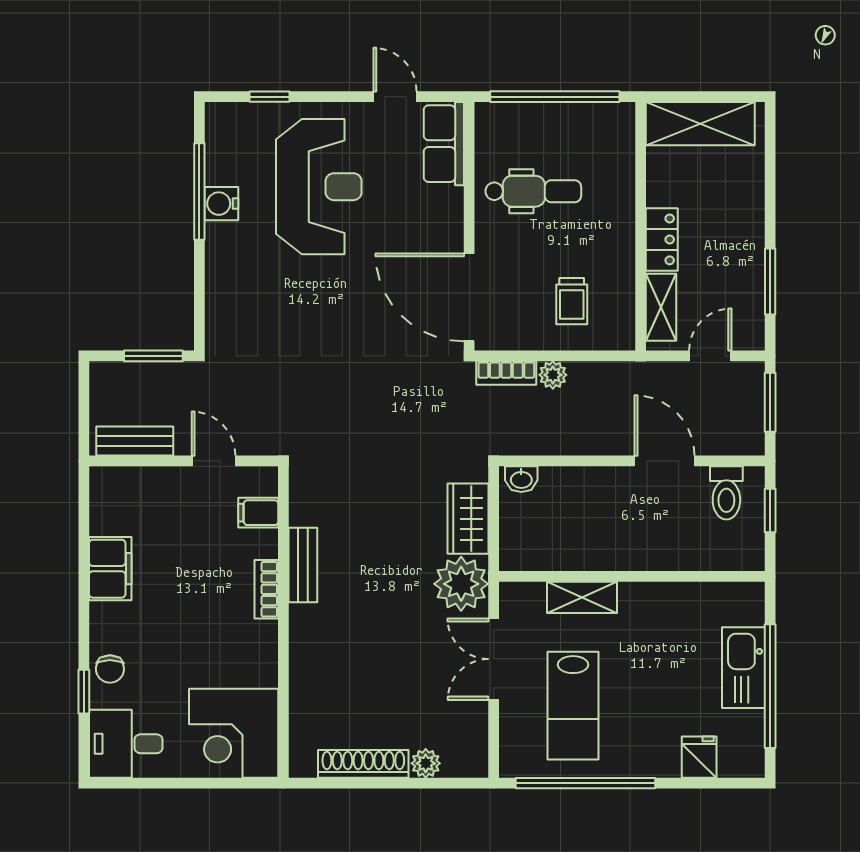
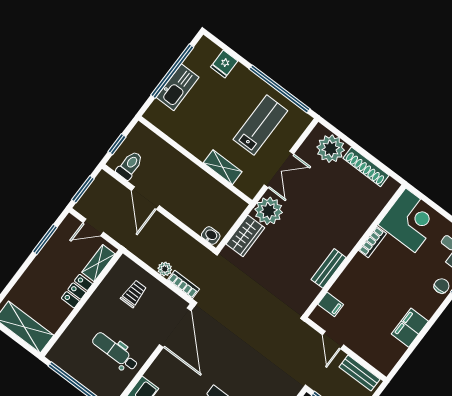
bookcase: (266, 589) -> (373, 242), moved
plant: (426, 763) -> (331, 149), width x1.88, depth x1.88

